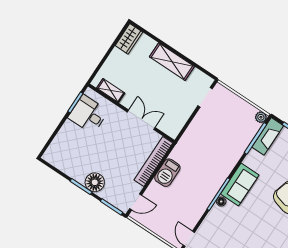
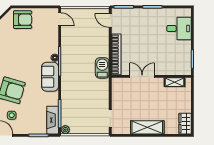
desk: (88, 114) -> (179, 28), moved
double door: (141, 120) -> (142, 76), swing flipped
barbecue: (167, 173) -> (102, 68), moved
floor lamp: (95, 182) -> (145, 15), removed
door: (136, 202) -> (110, 20), hinge flipped

